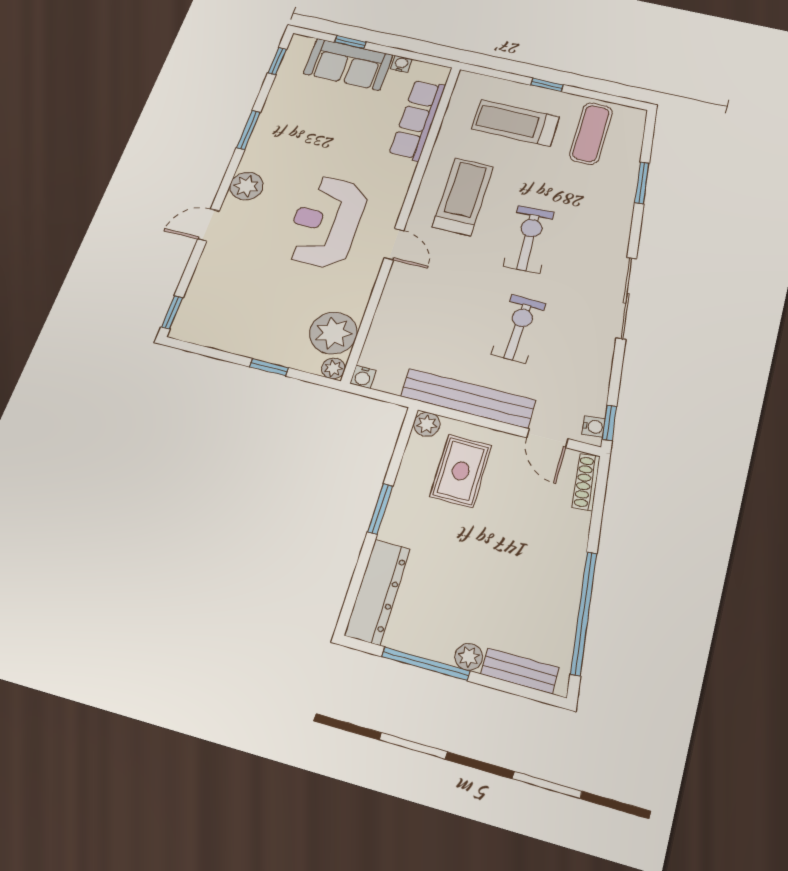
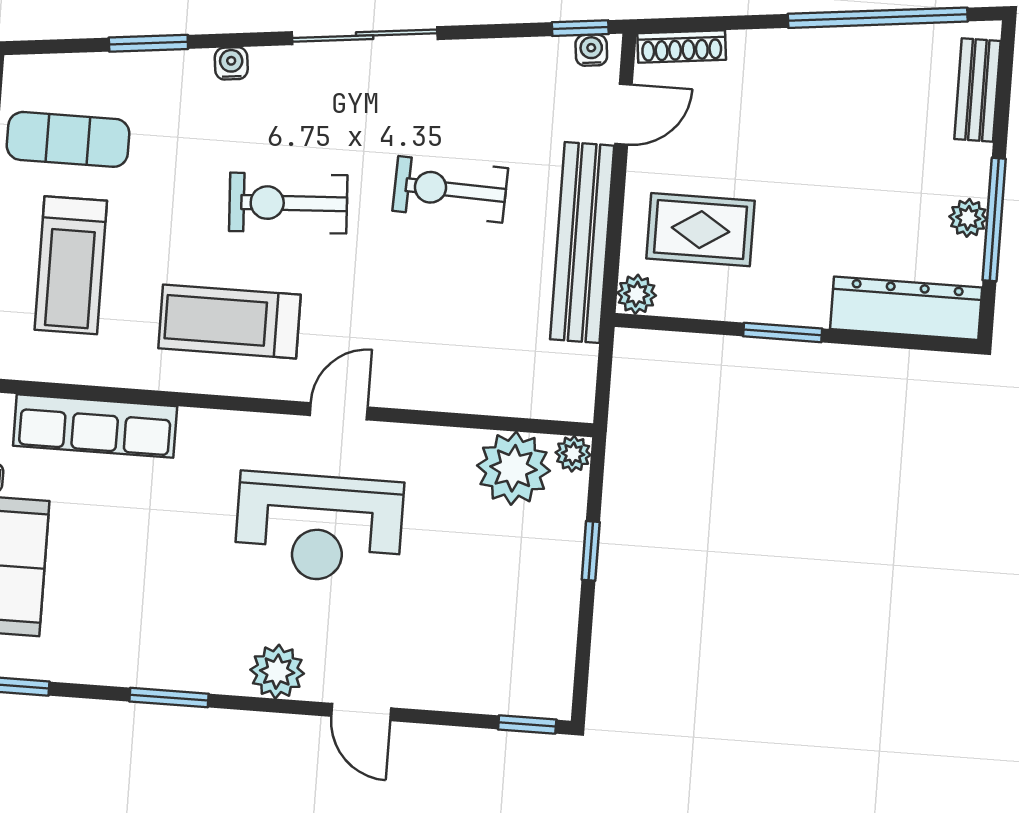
water cooler: (363, 377) -> (231, 63), moved, turned -96
plant: (469, 657) -> (968, 218), moved

